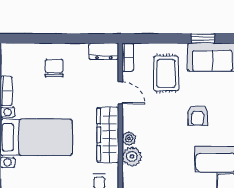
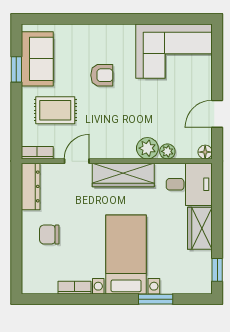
dresser: (104, 51) -> (31, 186), width x1.44
plant: (129, 139) -> (167, 151), moved

